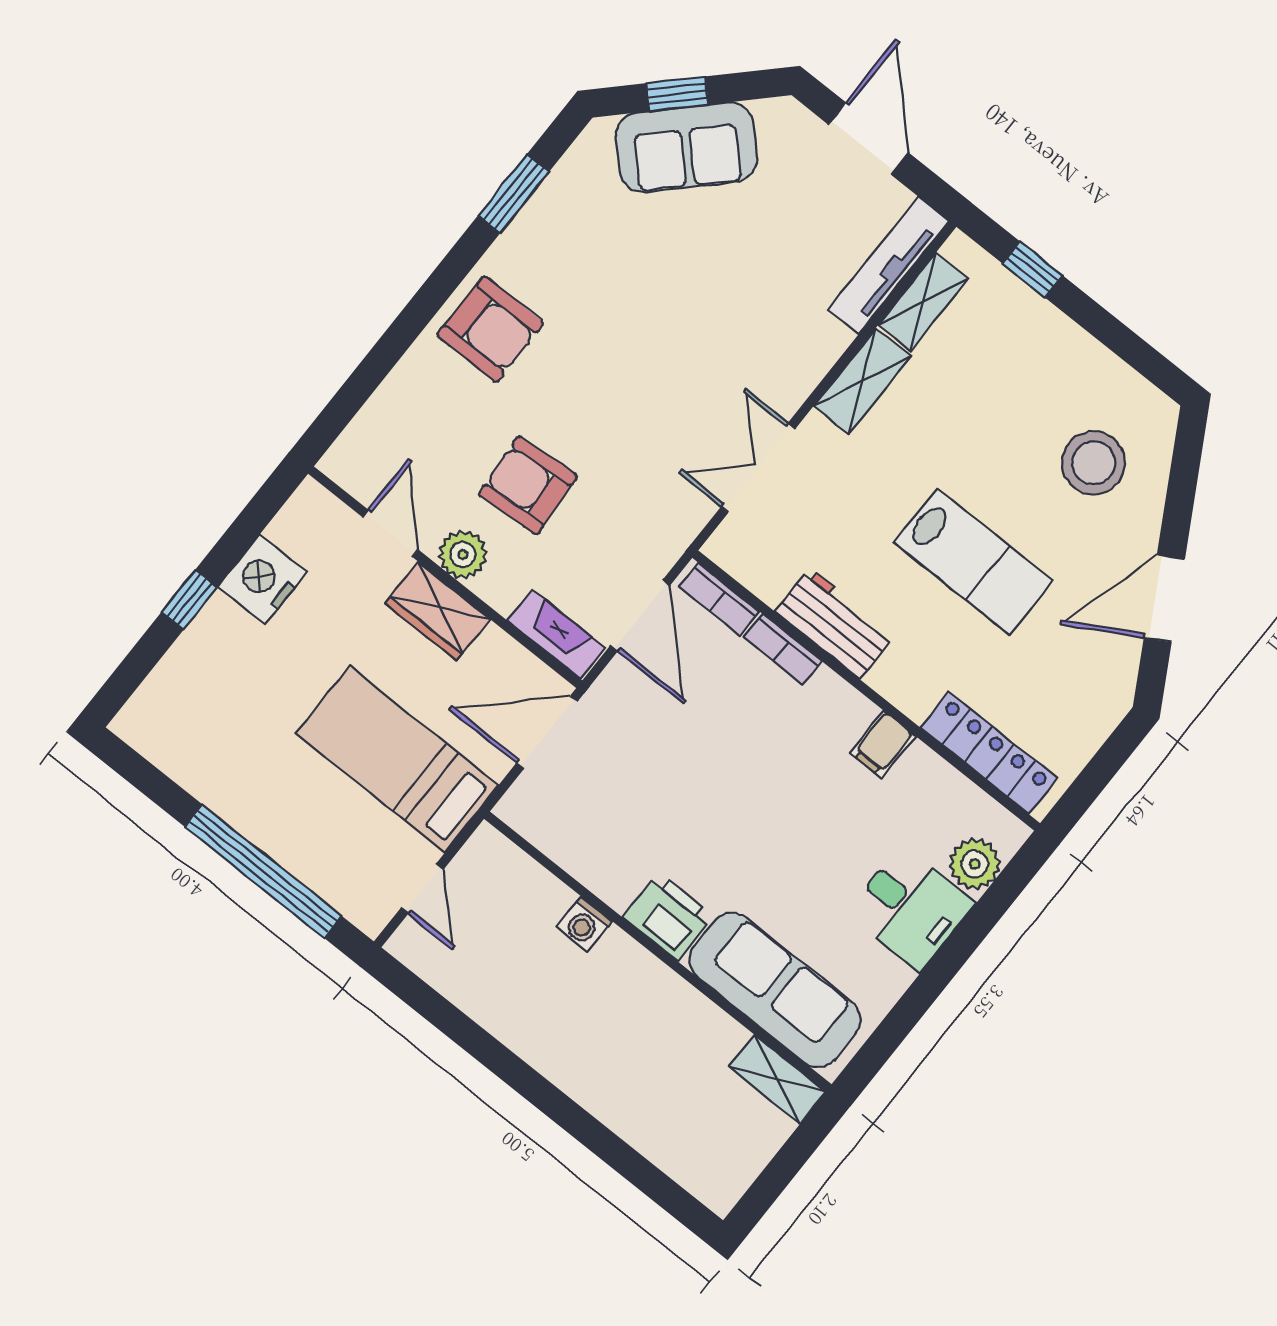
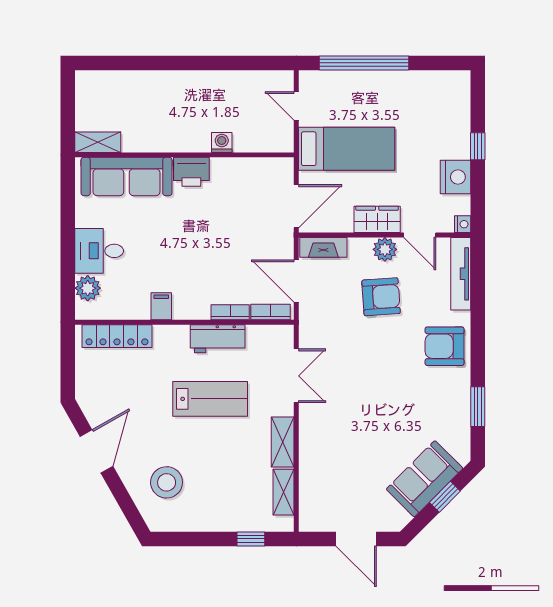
tv unit: (888, 266) -> (461, 274), moved, turned 180
nightstand: (310, 497) -> (463, 224), added
lab bench: (973, 562) -> (210, 399), moved, turned 180

